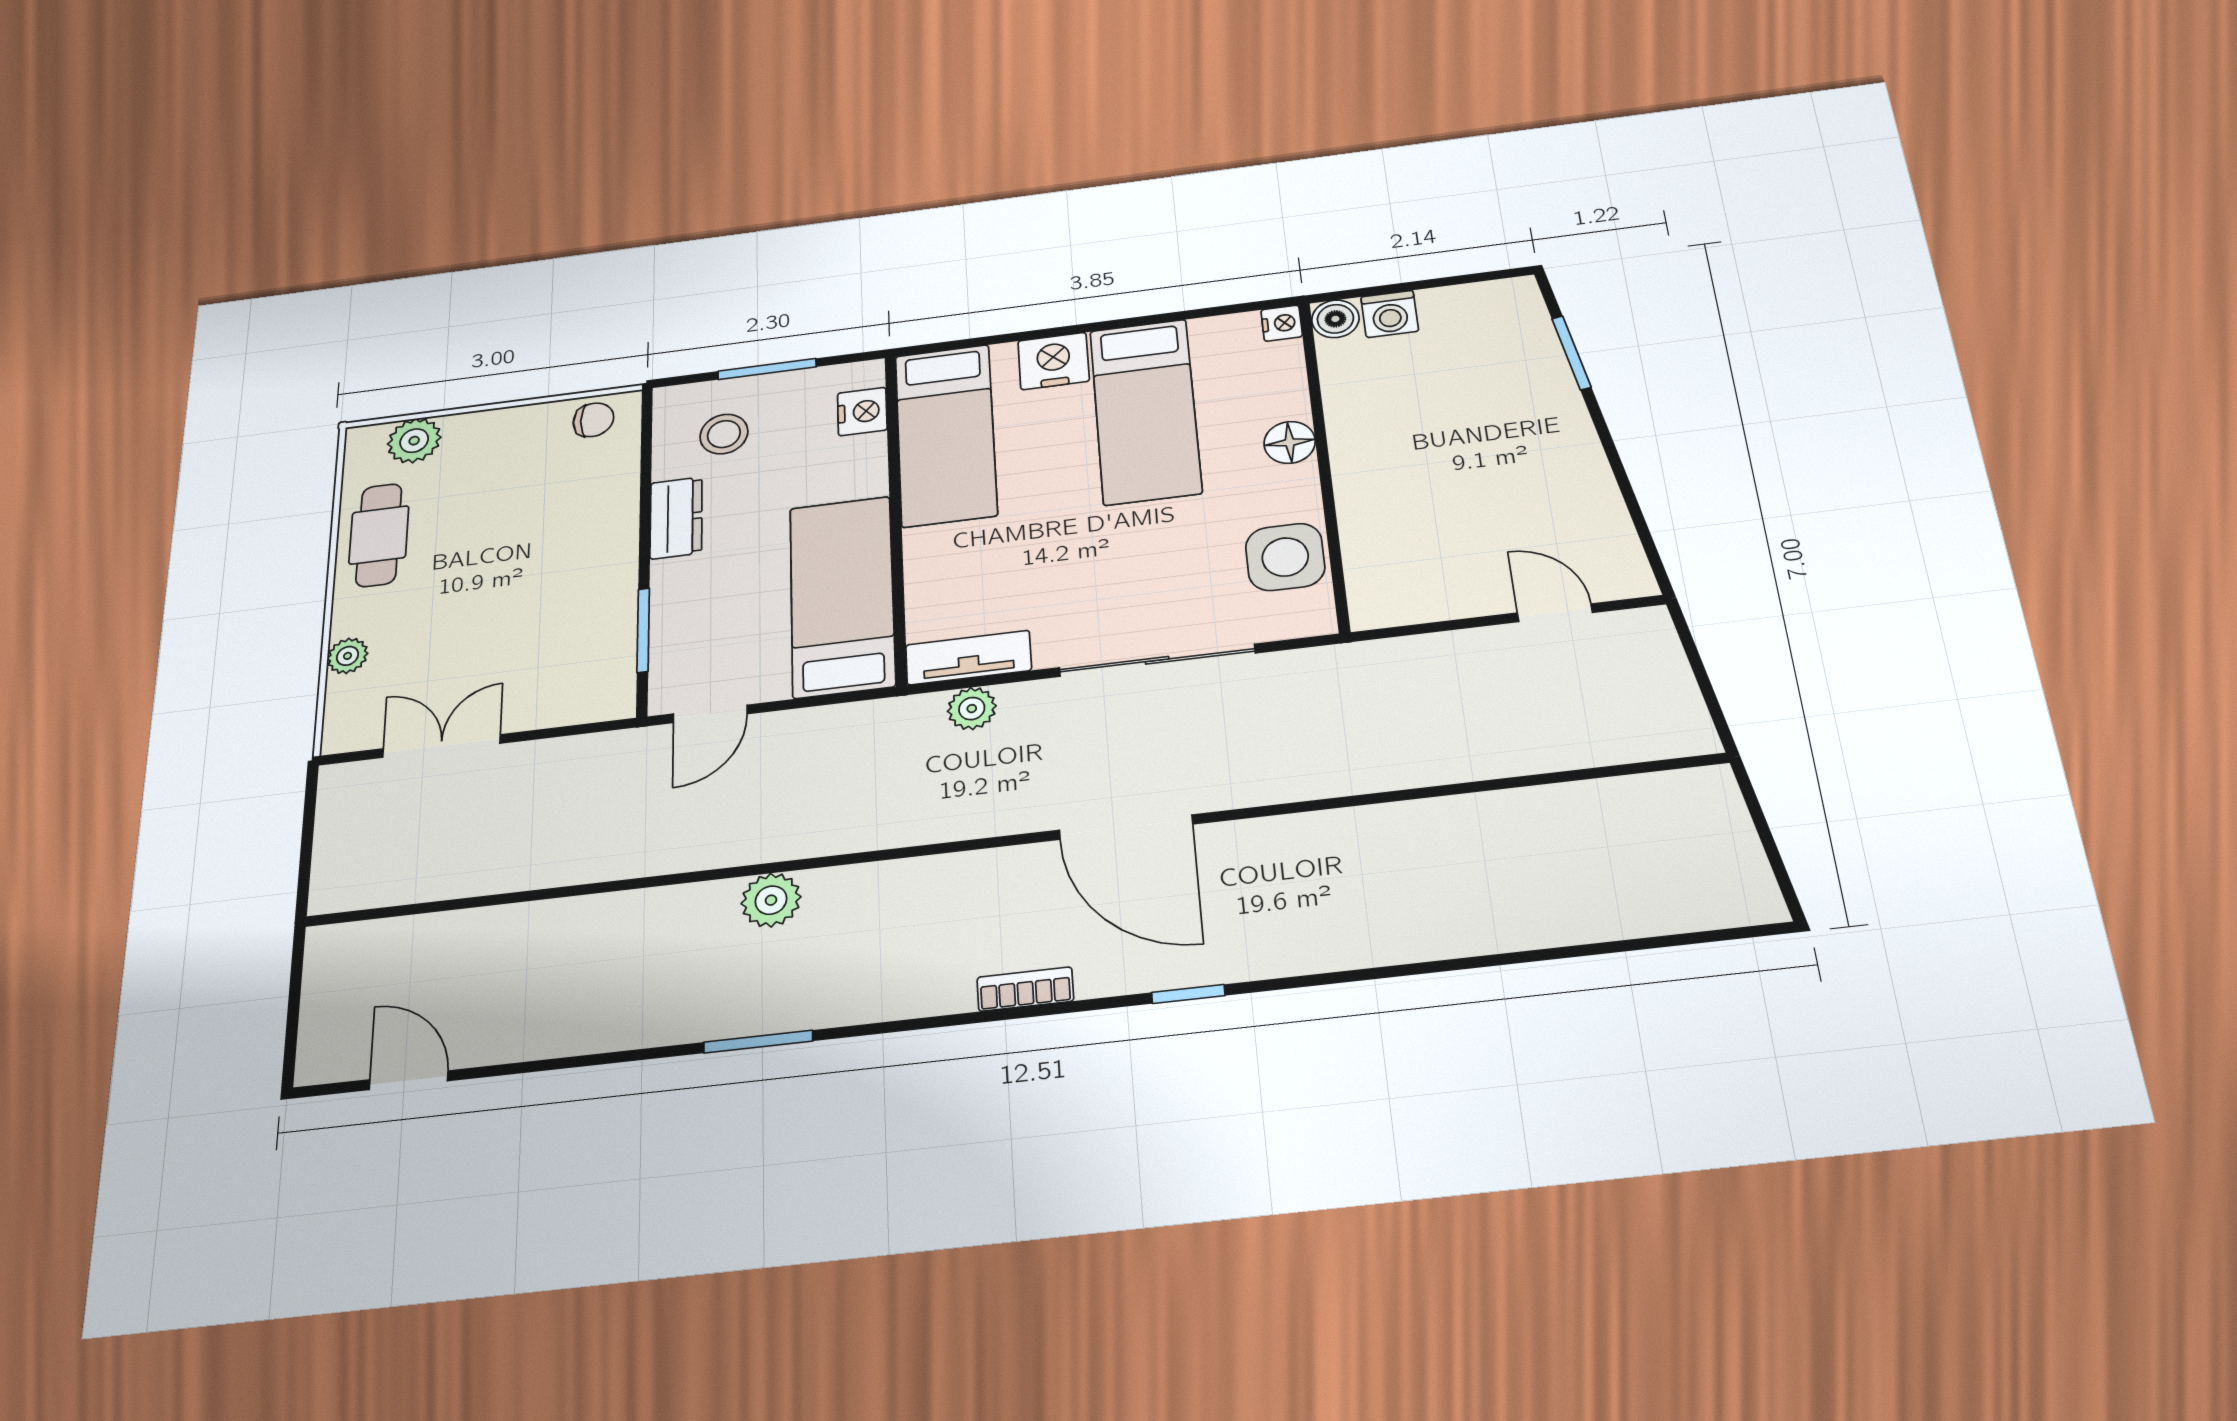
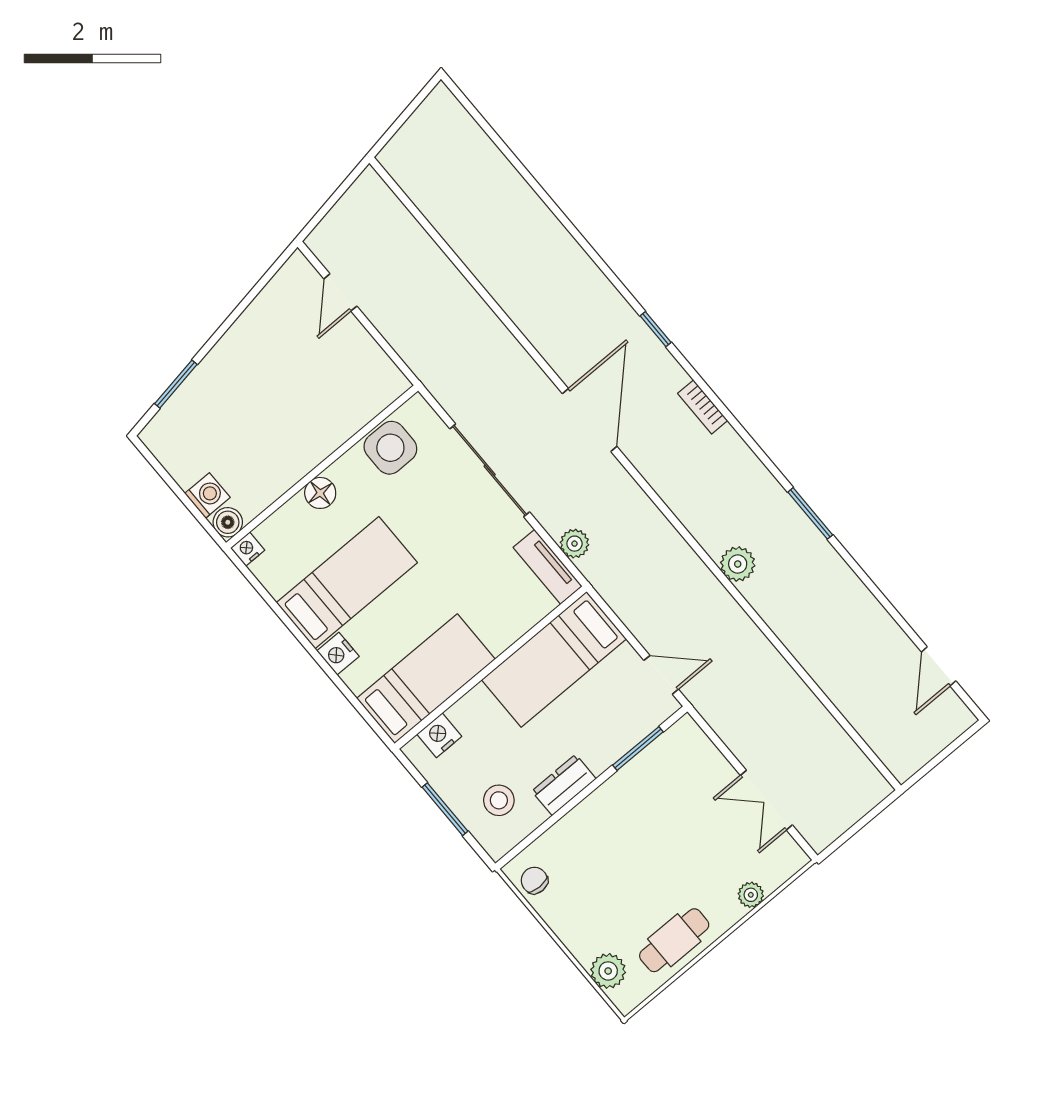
nightstand: (1053, 361) -> (338, 654), width x0.74, depth x0.75

